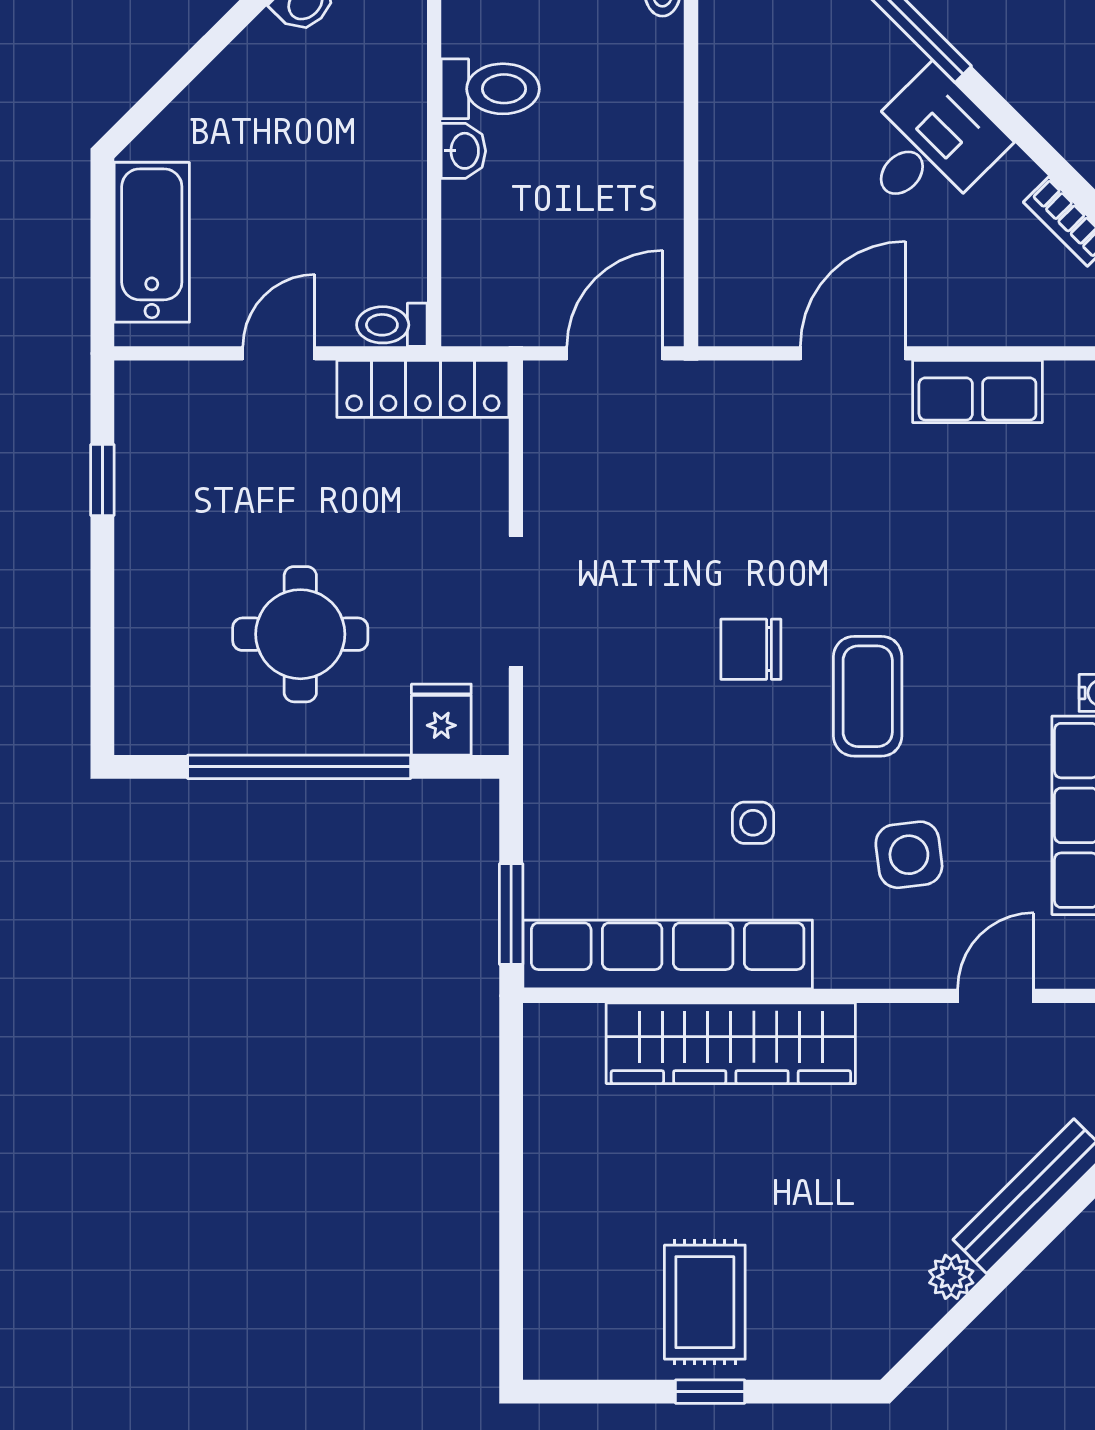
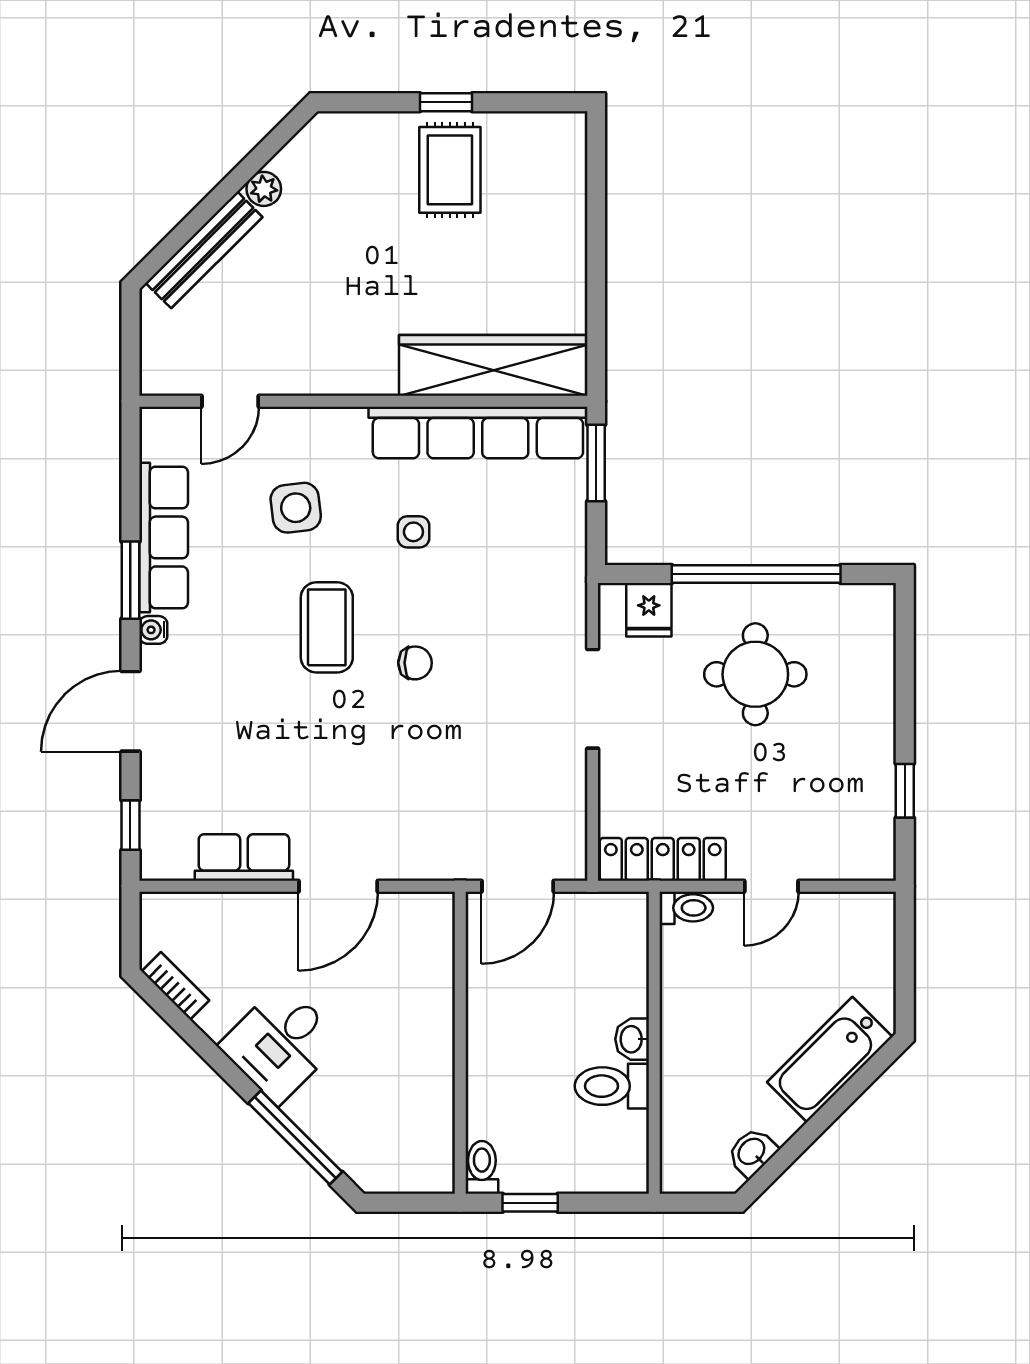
bathtub: (152, 242) -> (830, 1059), moved, turned 45
chair: (751, 649) -> (415, 663), width x0.73, depth x0.73
wardrobe: (731, 1043) -> (493, 365), moved

